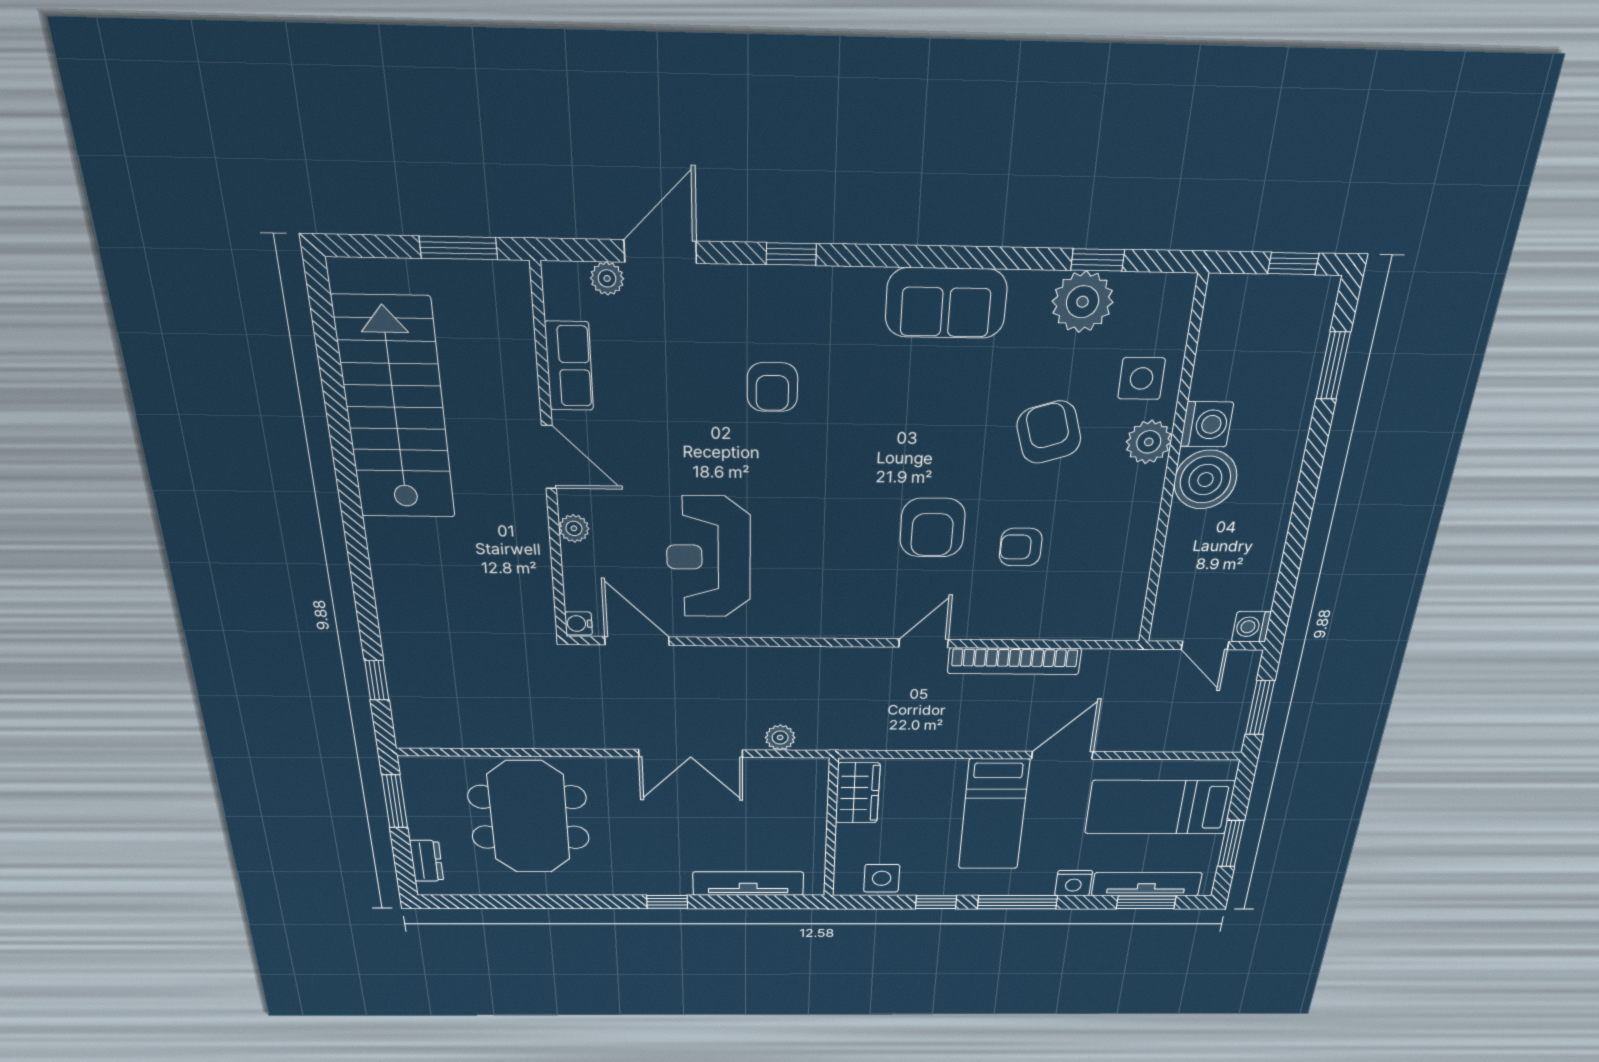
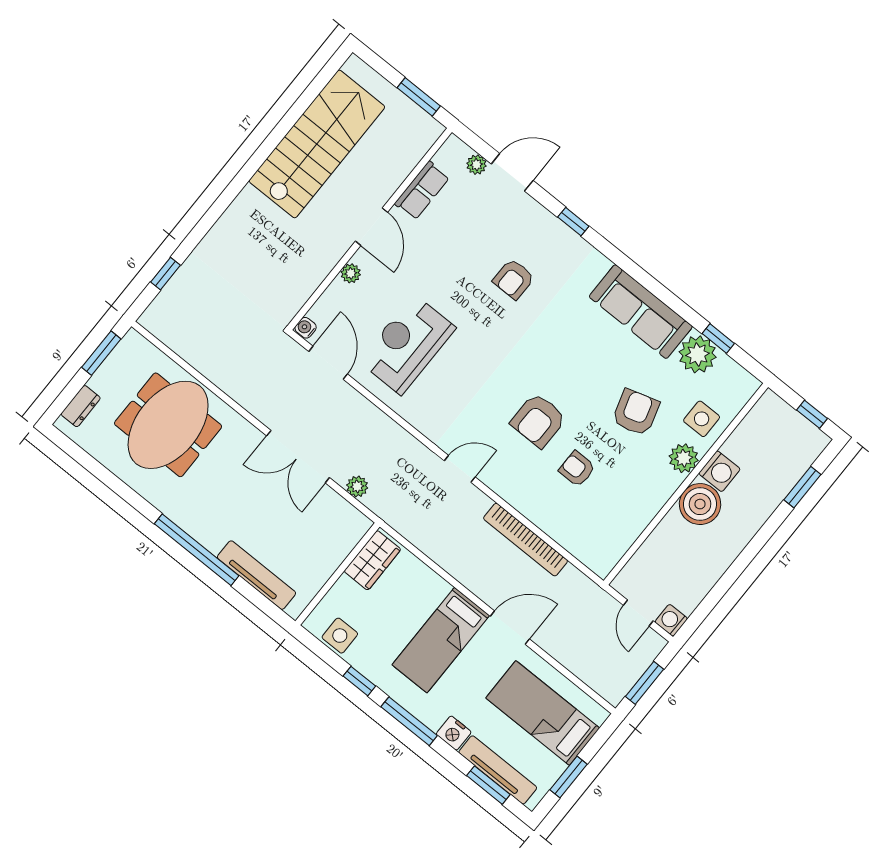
sofa: (946, 303) -> (641, 312), width x1.36
door: (924, 643) -> (460, 469), moved
window: (667, 902) -> (197, 550), width x3.17

